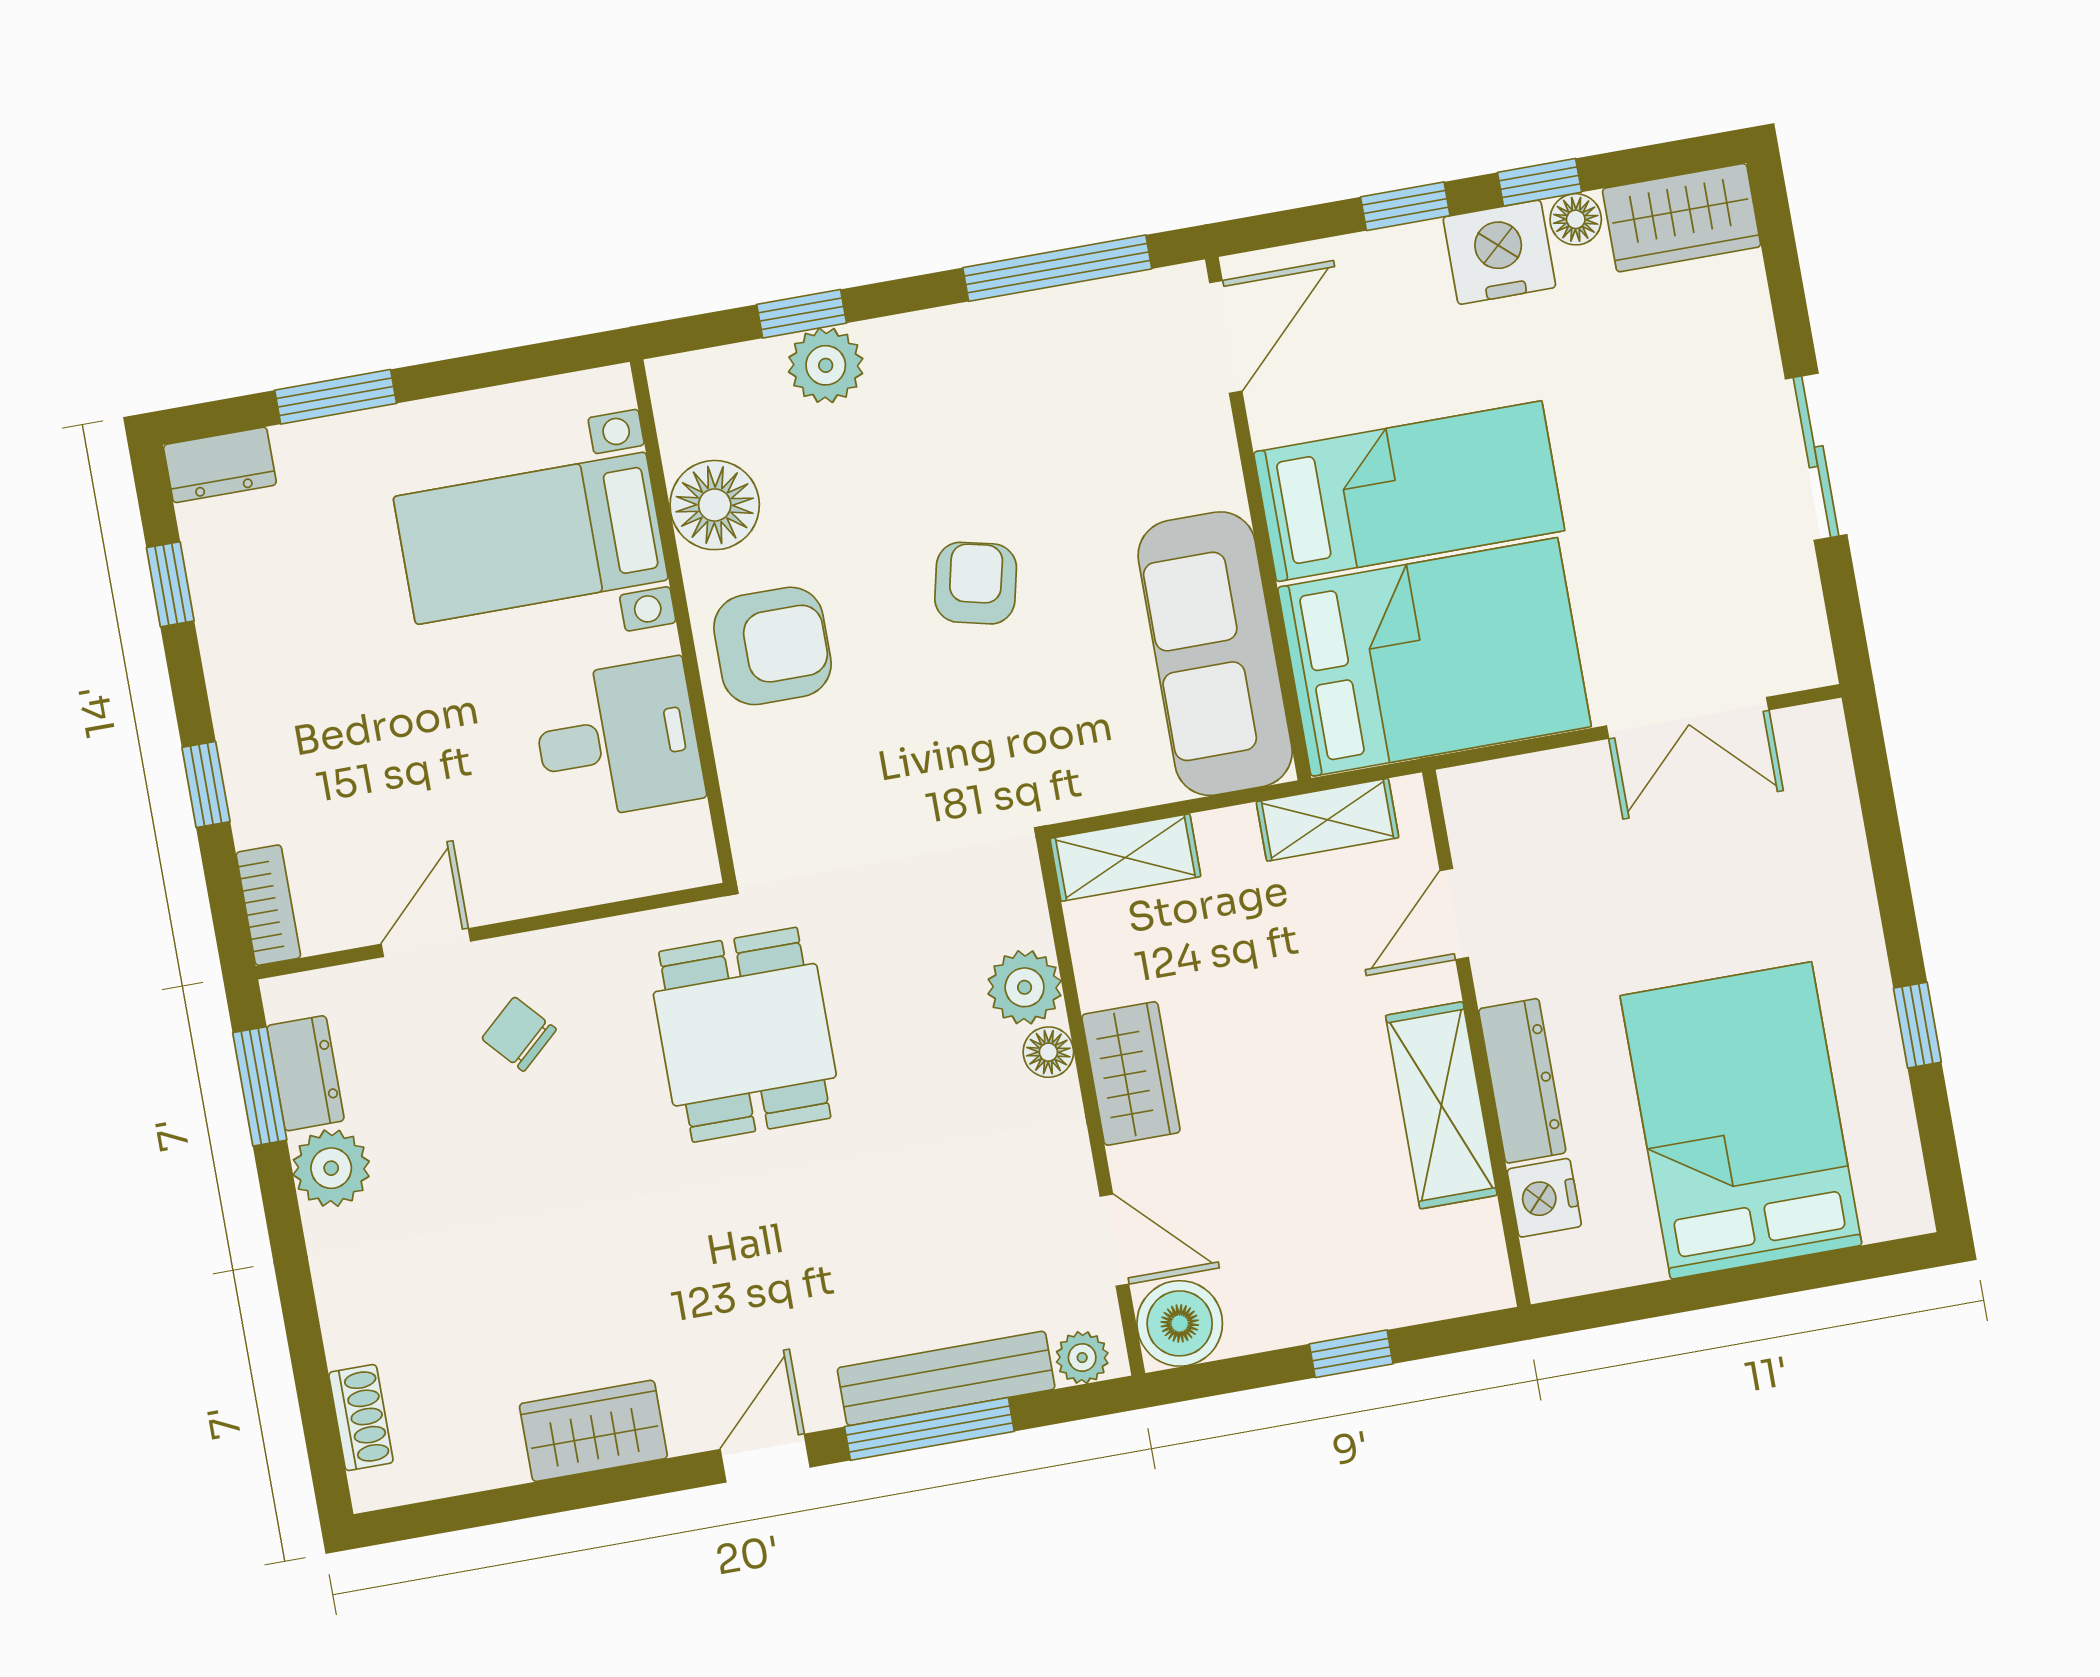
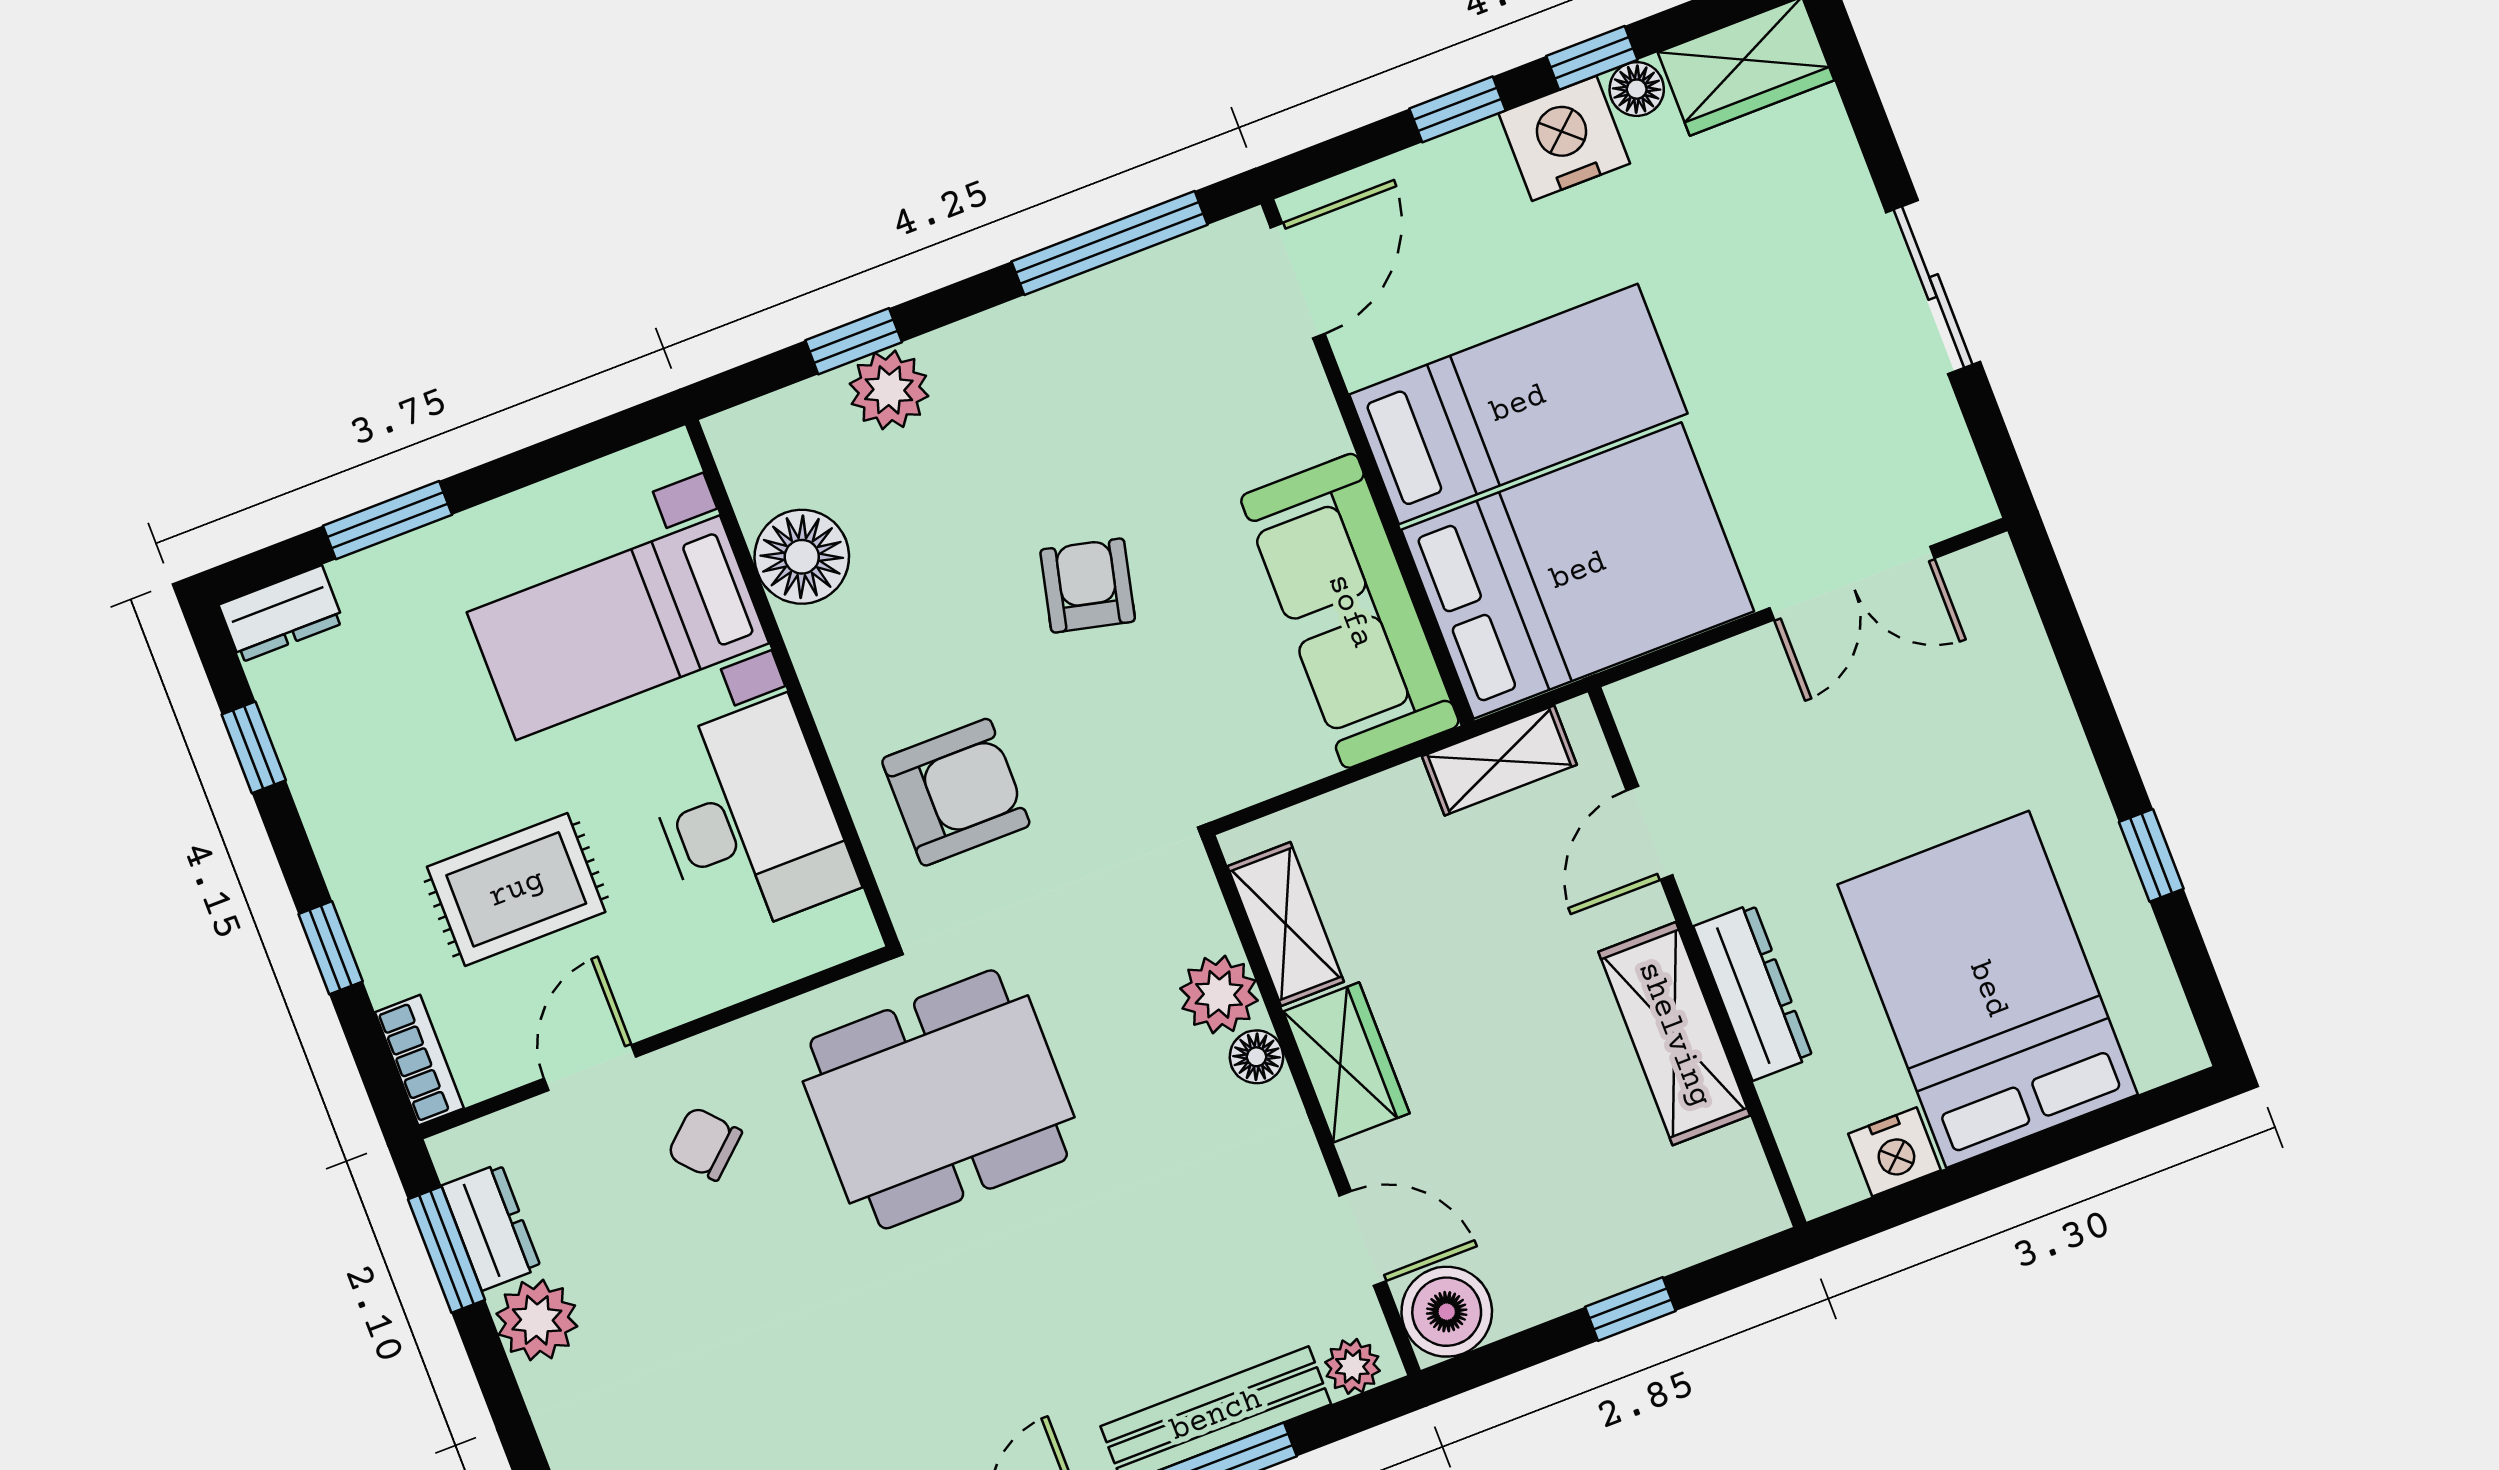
armchair: (772, 646) -> (956, 792), moved
desk: (618, 740) -> (748, 819), width x1.37
rug: (389, 764) -> (516, 889), added
shelving: (1125, 858) -> (1286, 924), moved, turned 90
dining table: (745, 1035) -> (939, 1099), width x1.38
nightstand: (1544, 1198) -> (1895, 1152), moved, turned -90

